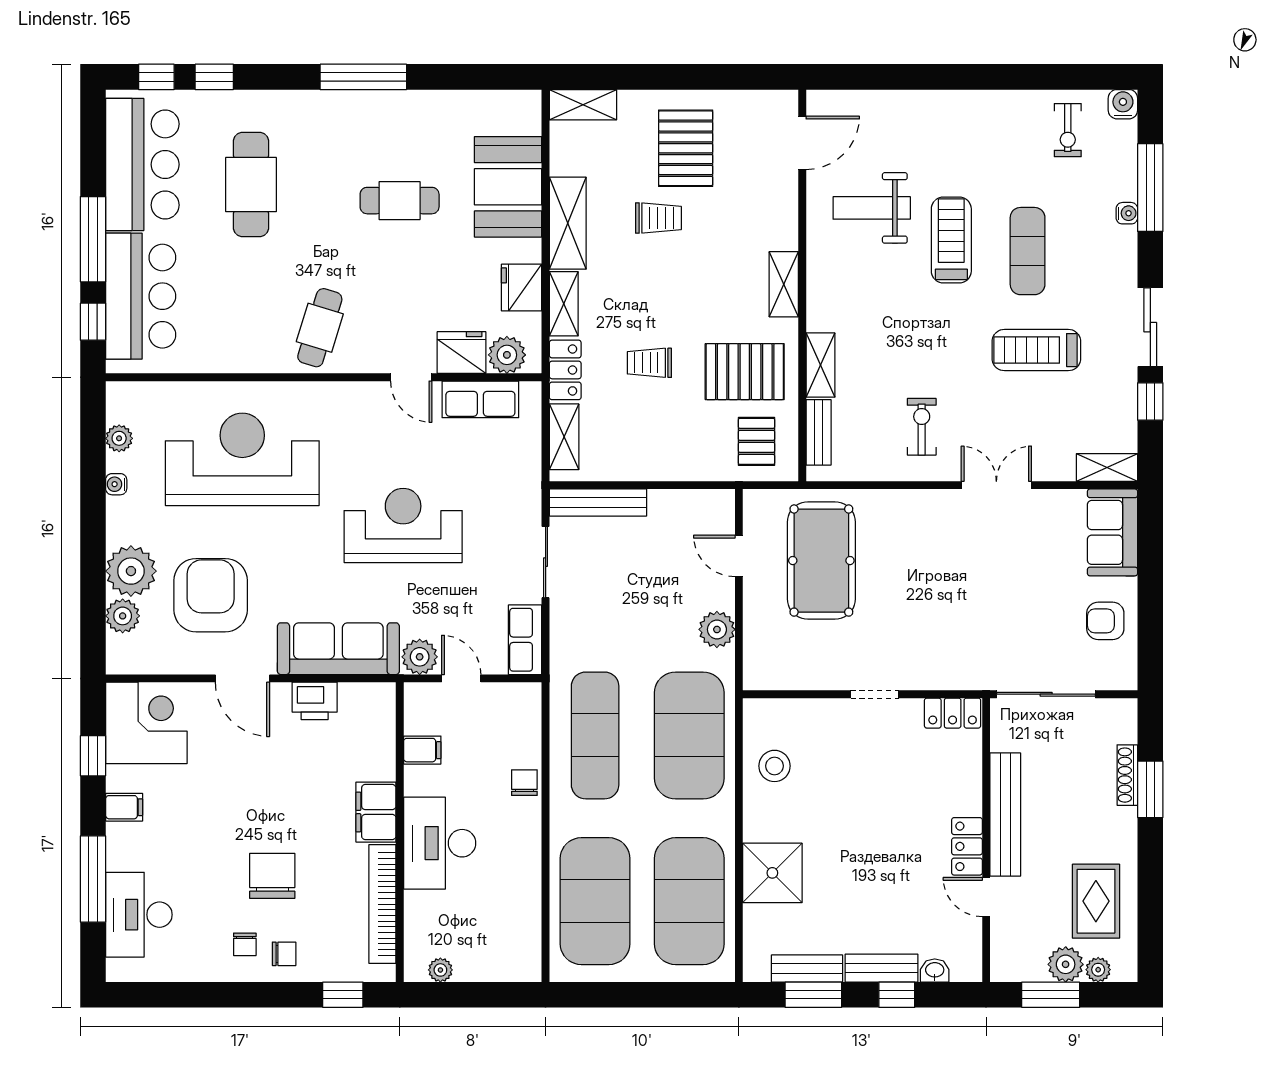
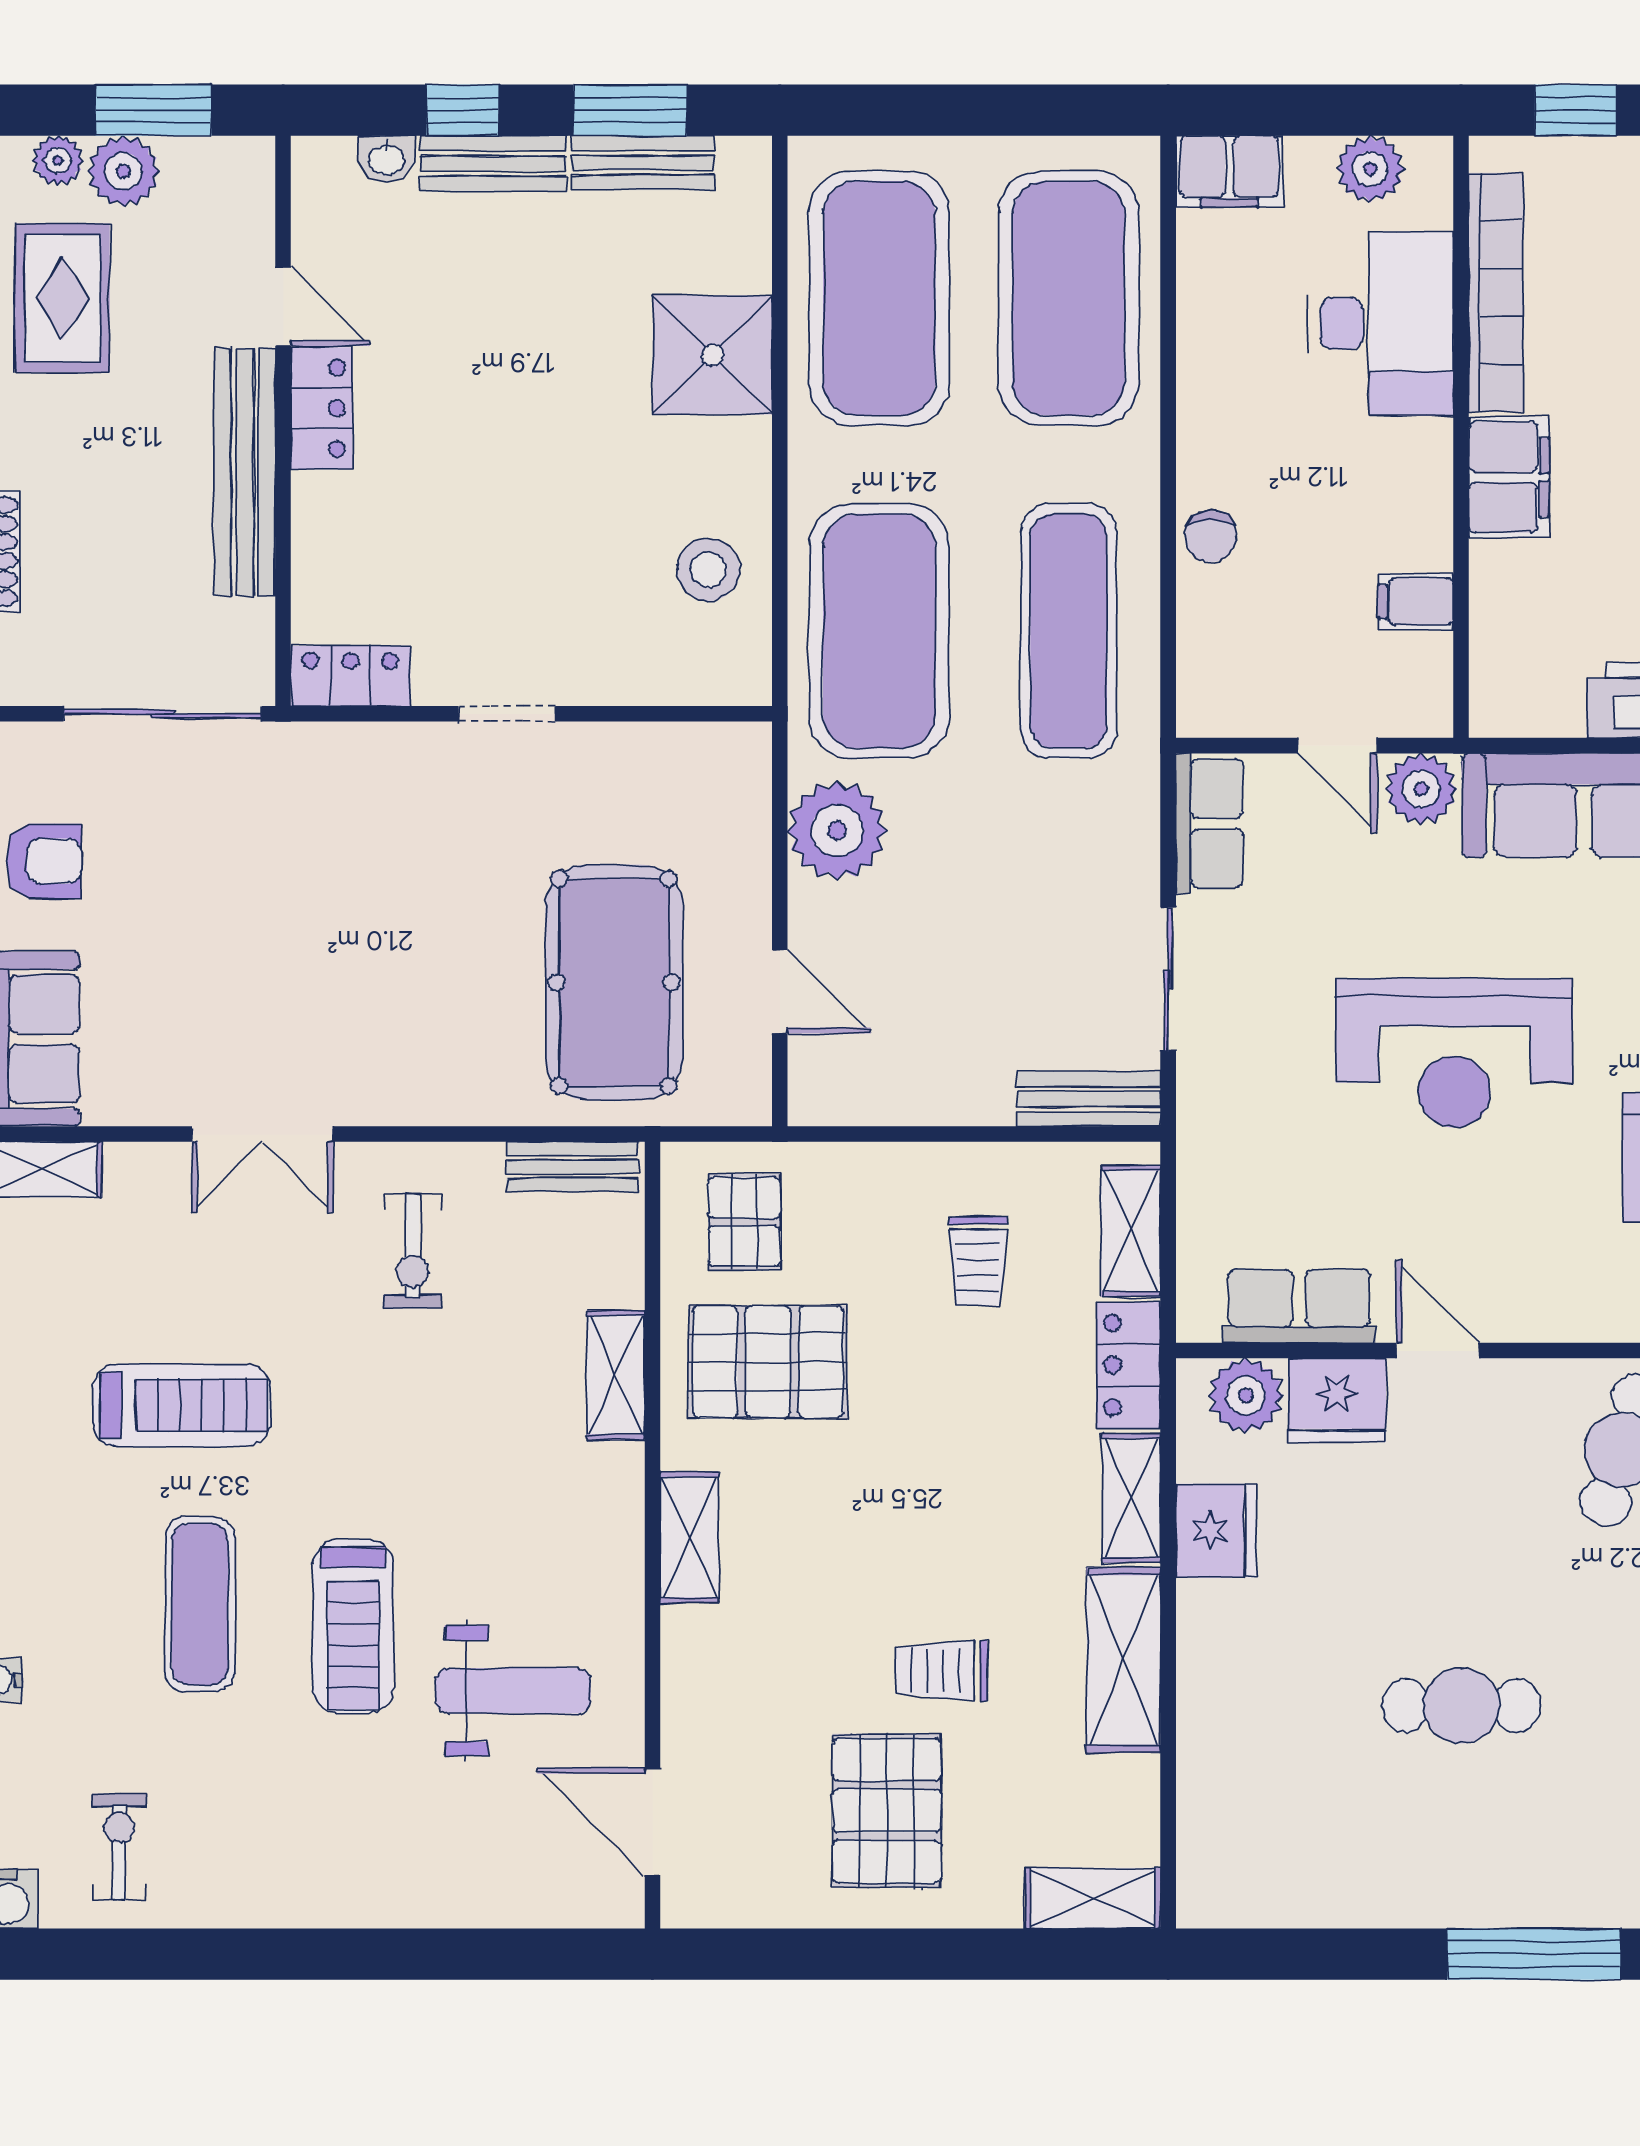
door: (802, 143) -> (652, 1822), hinge flipped
booth: (508, 187) -> (1243, 1733), removed
trolley: (649, 363) -> (978, 1261), moved, turned 90
bench: (819, 432) -> (572, 1167), moved, turned 90
bench: (598, 502) -> (1089, 1099), width x0.73
plant: (717, 629) -> (837, 831), width x1.36, depth x1.36
desk: (440, 843) -> (1381, 323), moved
filing cabinet: (515, 964) -> (1229, 171), added
plant: (440, 970) -> (1370, 169), width x1.38, depth x1.38

